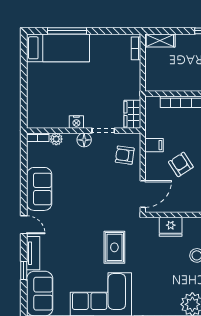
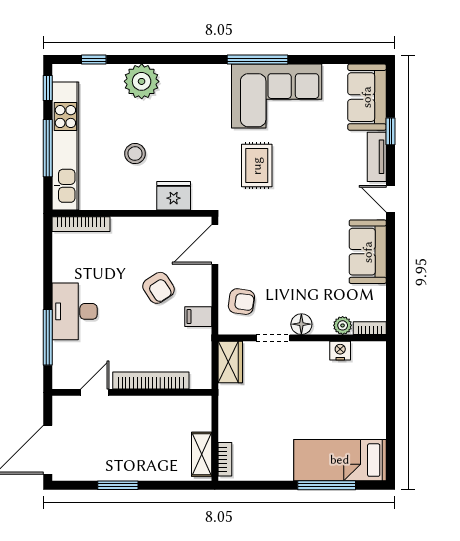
shelving: (160, 40) -> (202, 454), moved, turned 90
nightstand: (76, 122) -> (340, 351), moved

